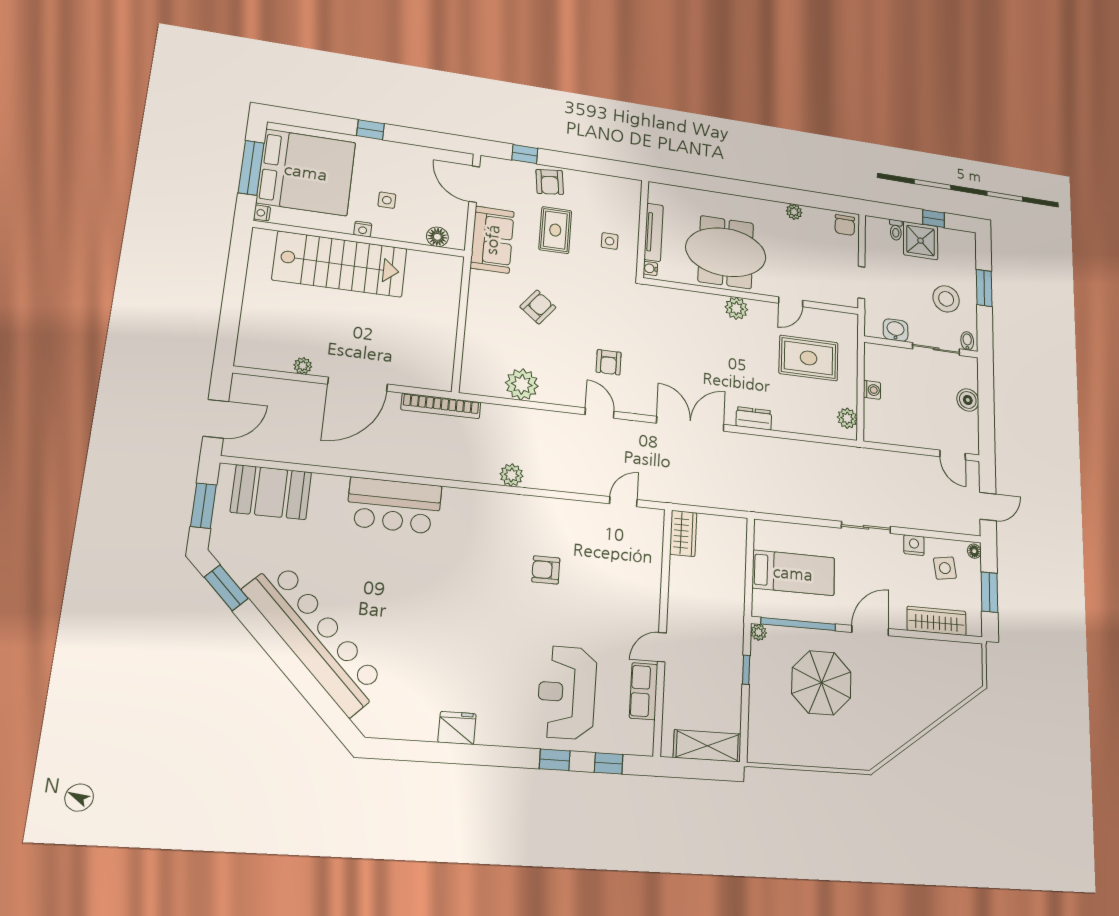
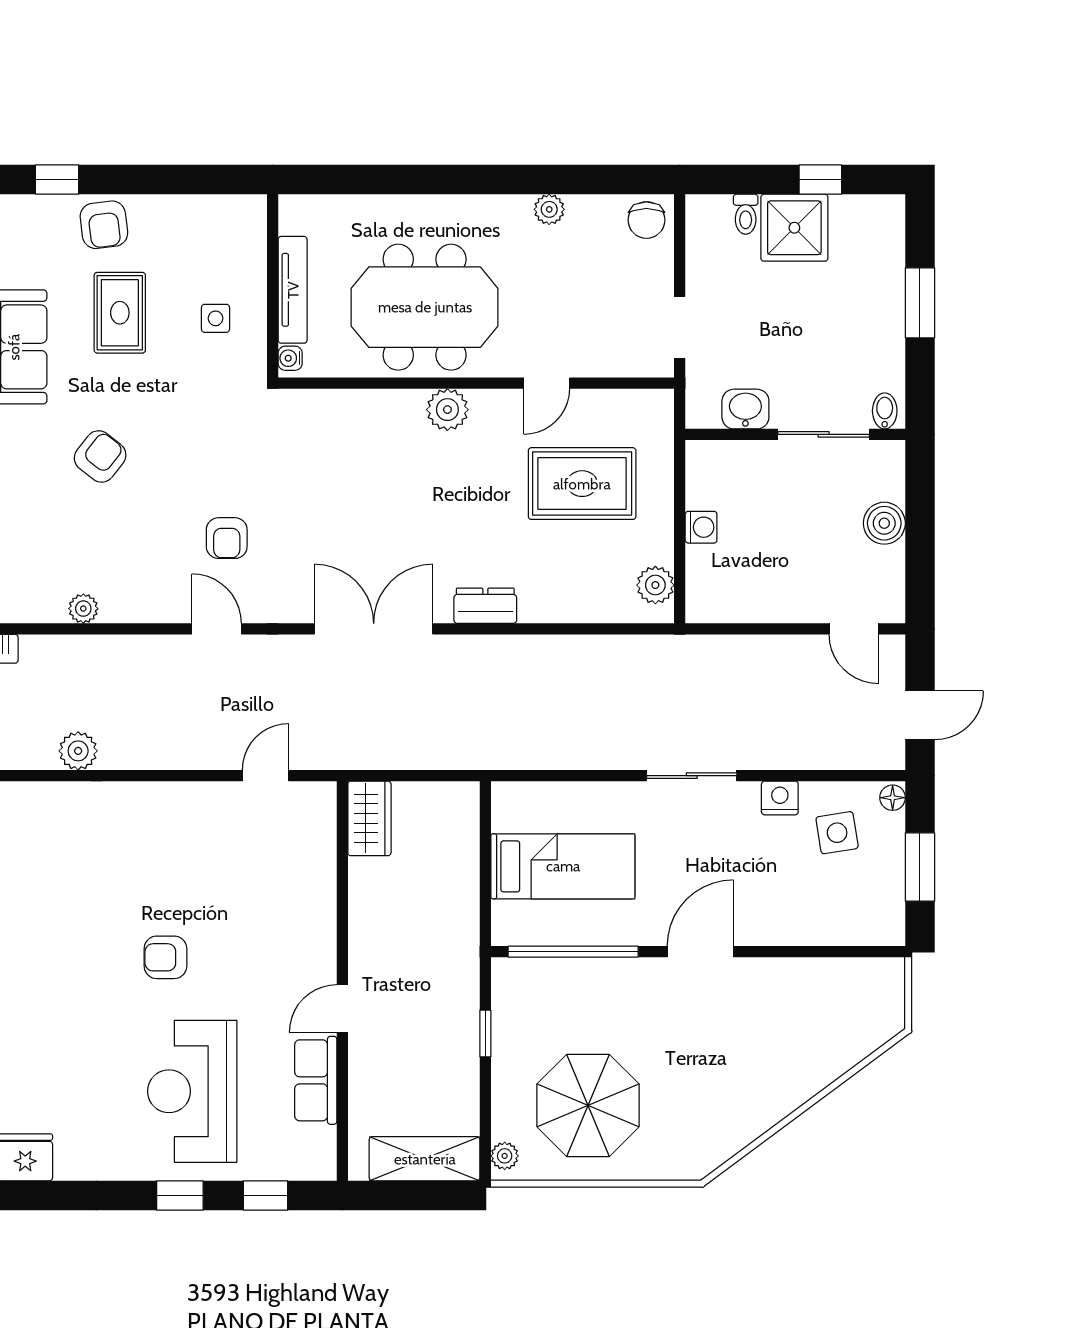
stool: (946, 299) -> (844, 335), removed
plant: (522, 384) -> (83, 609), width x0.53, depth x0.53
armchair: (546, 570) -> (165, 957), moved
wardrobe: (937, 621) -> (821, 925), removed
plant: (759, 632) -> (505, 1156), moved
parasol: (821, 683) -> (588, 1105), moved

